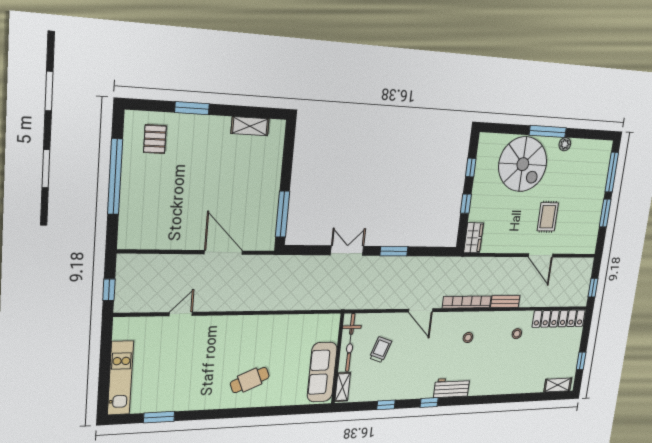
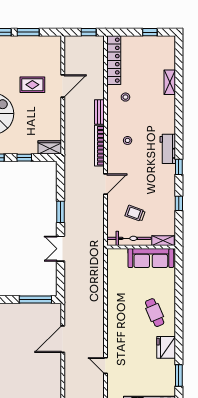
shelving: (558, 385) -> (170, 82), moved
fridge: (200, 398) -> (166, 347), added

